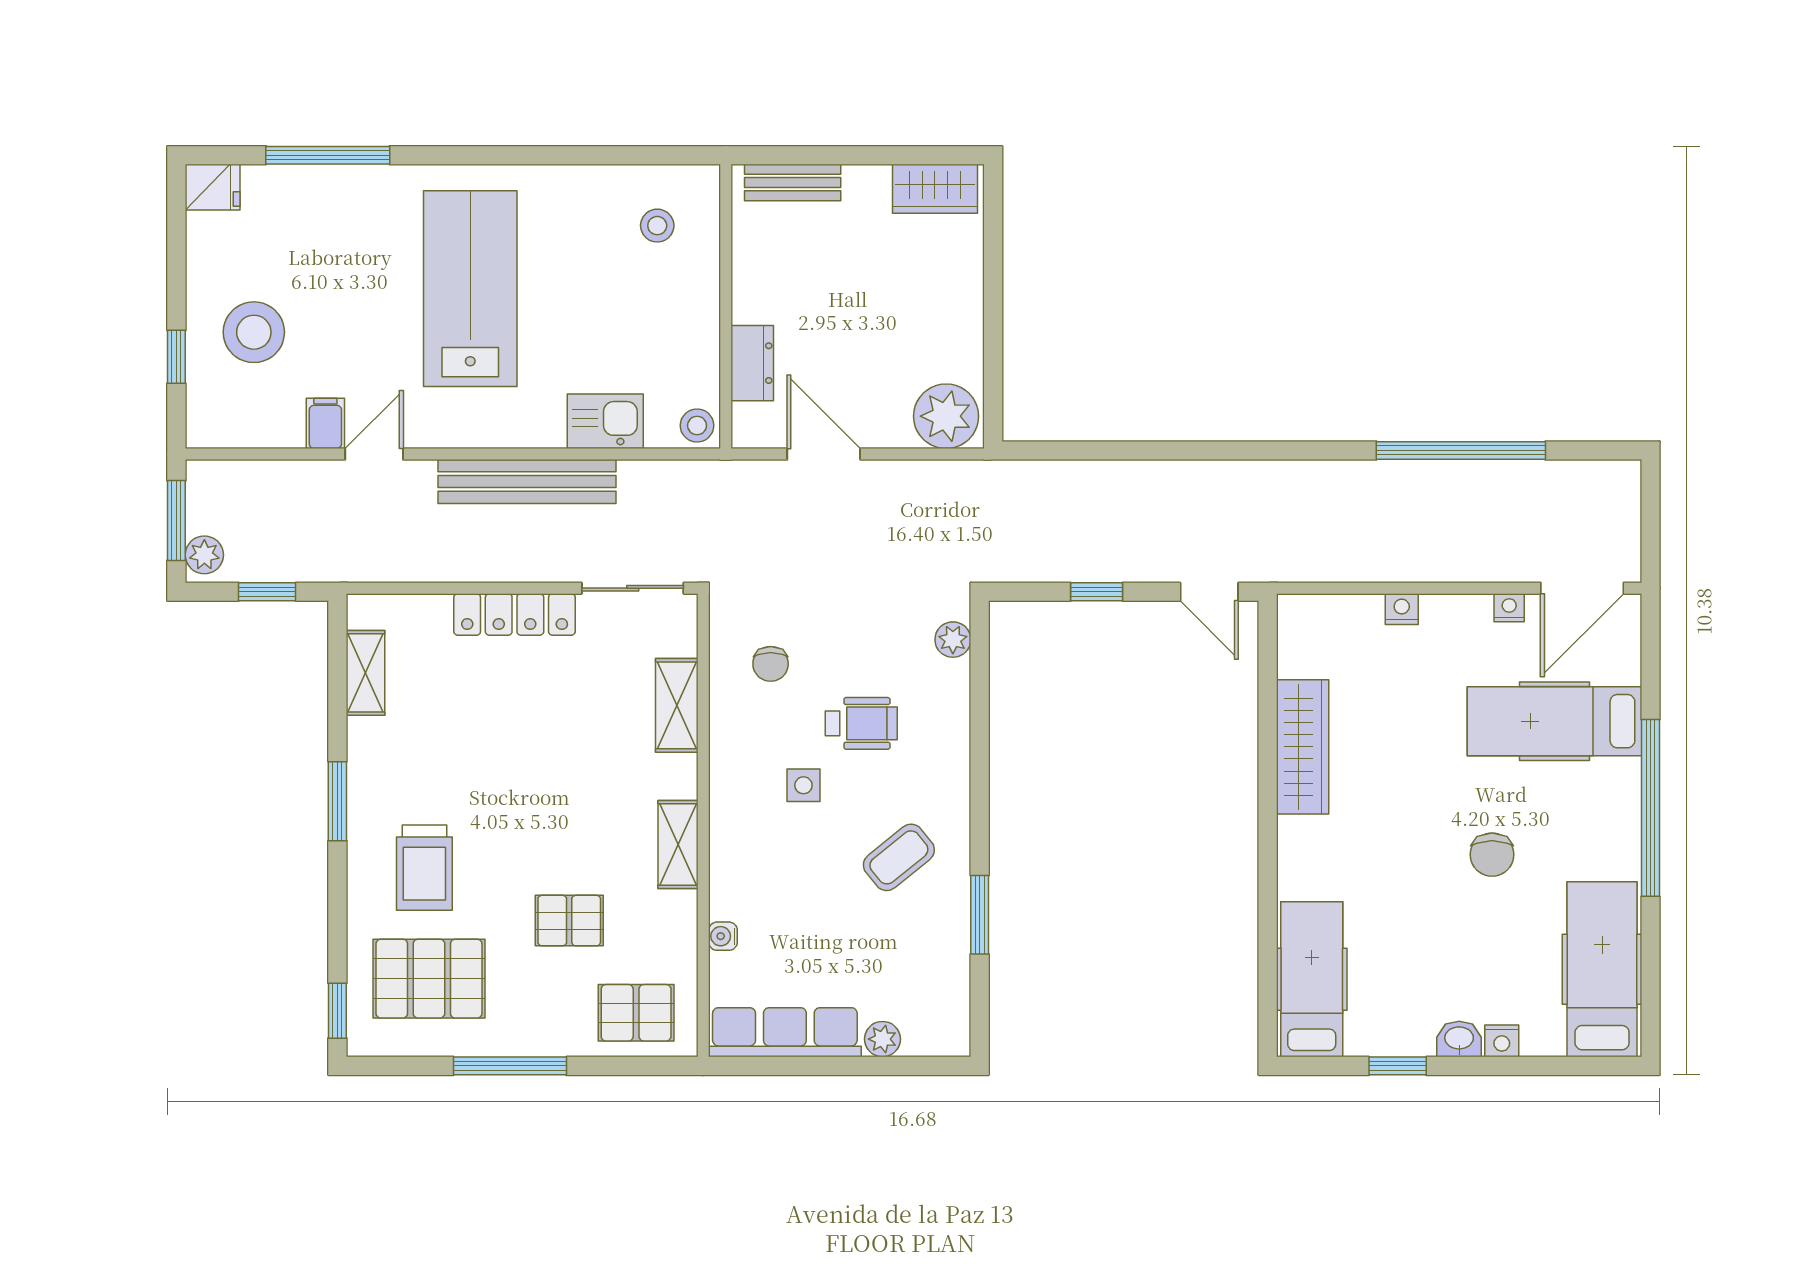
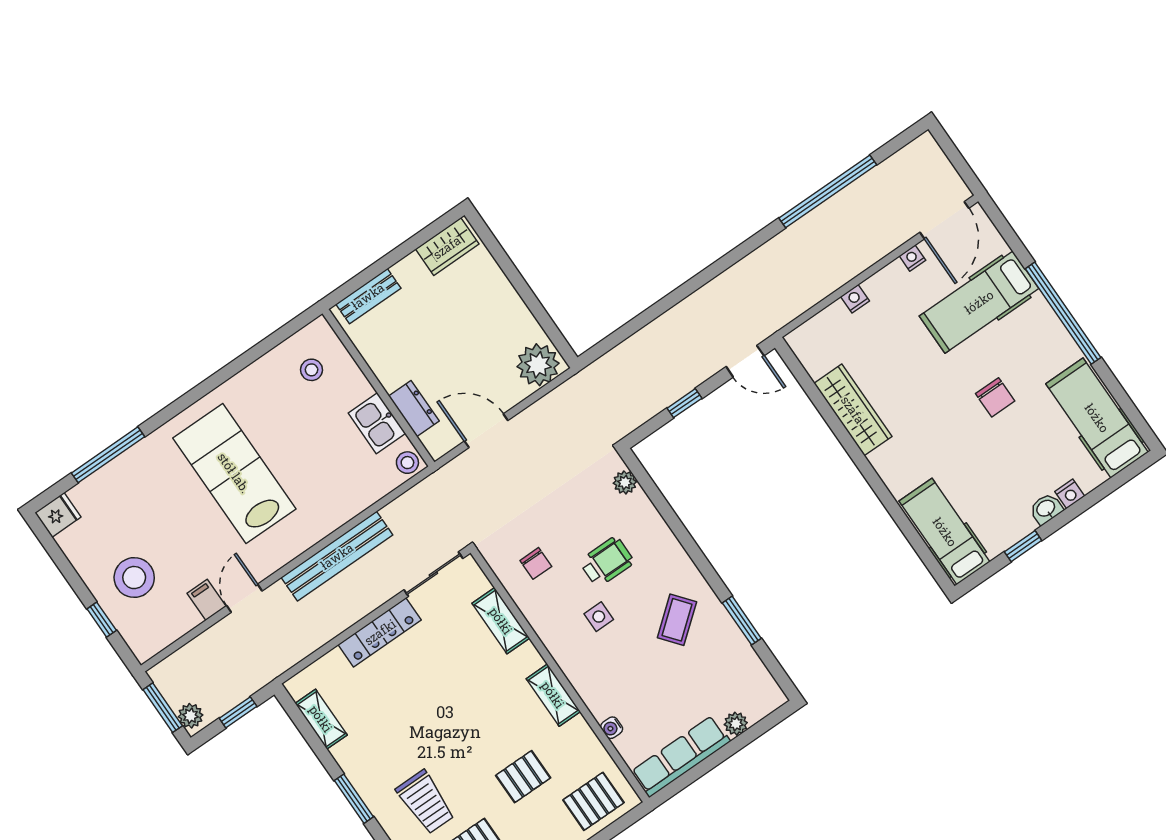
kitchen sink: (605, 421) -> (377, 423), moved, turned -90

